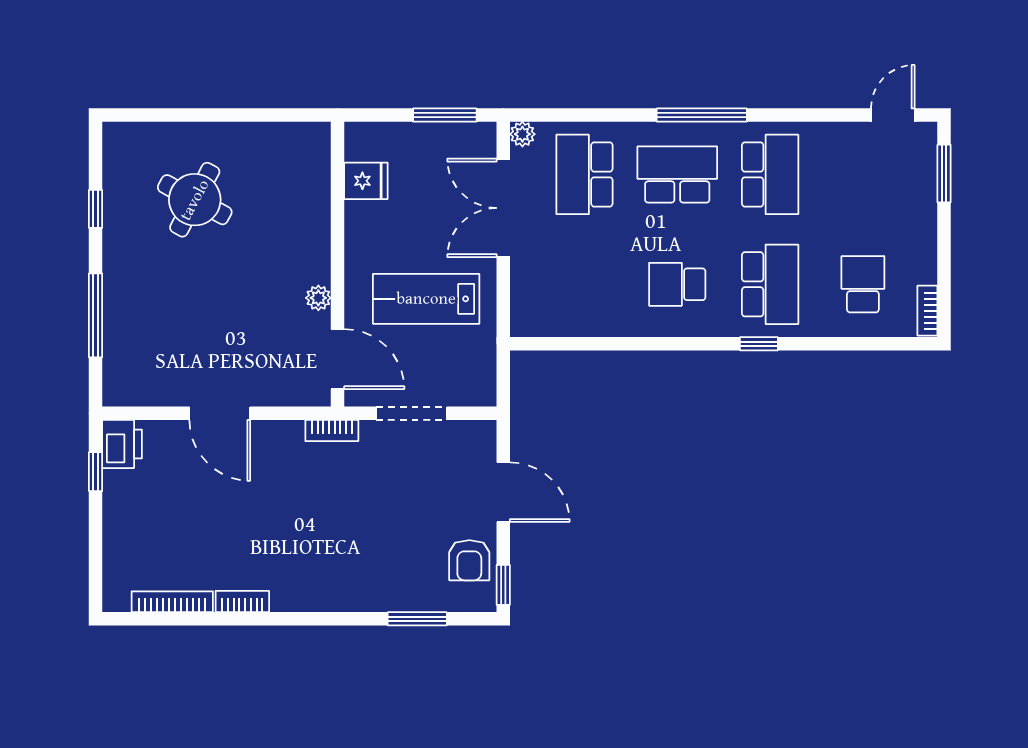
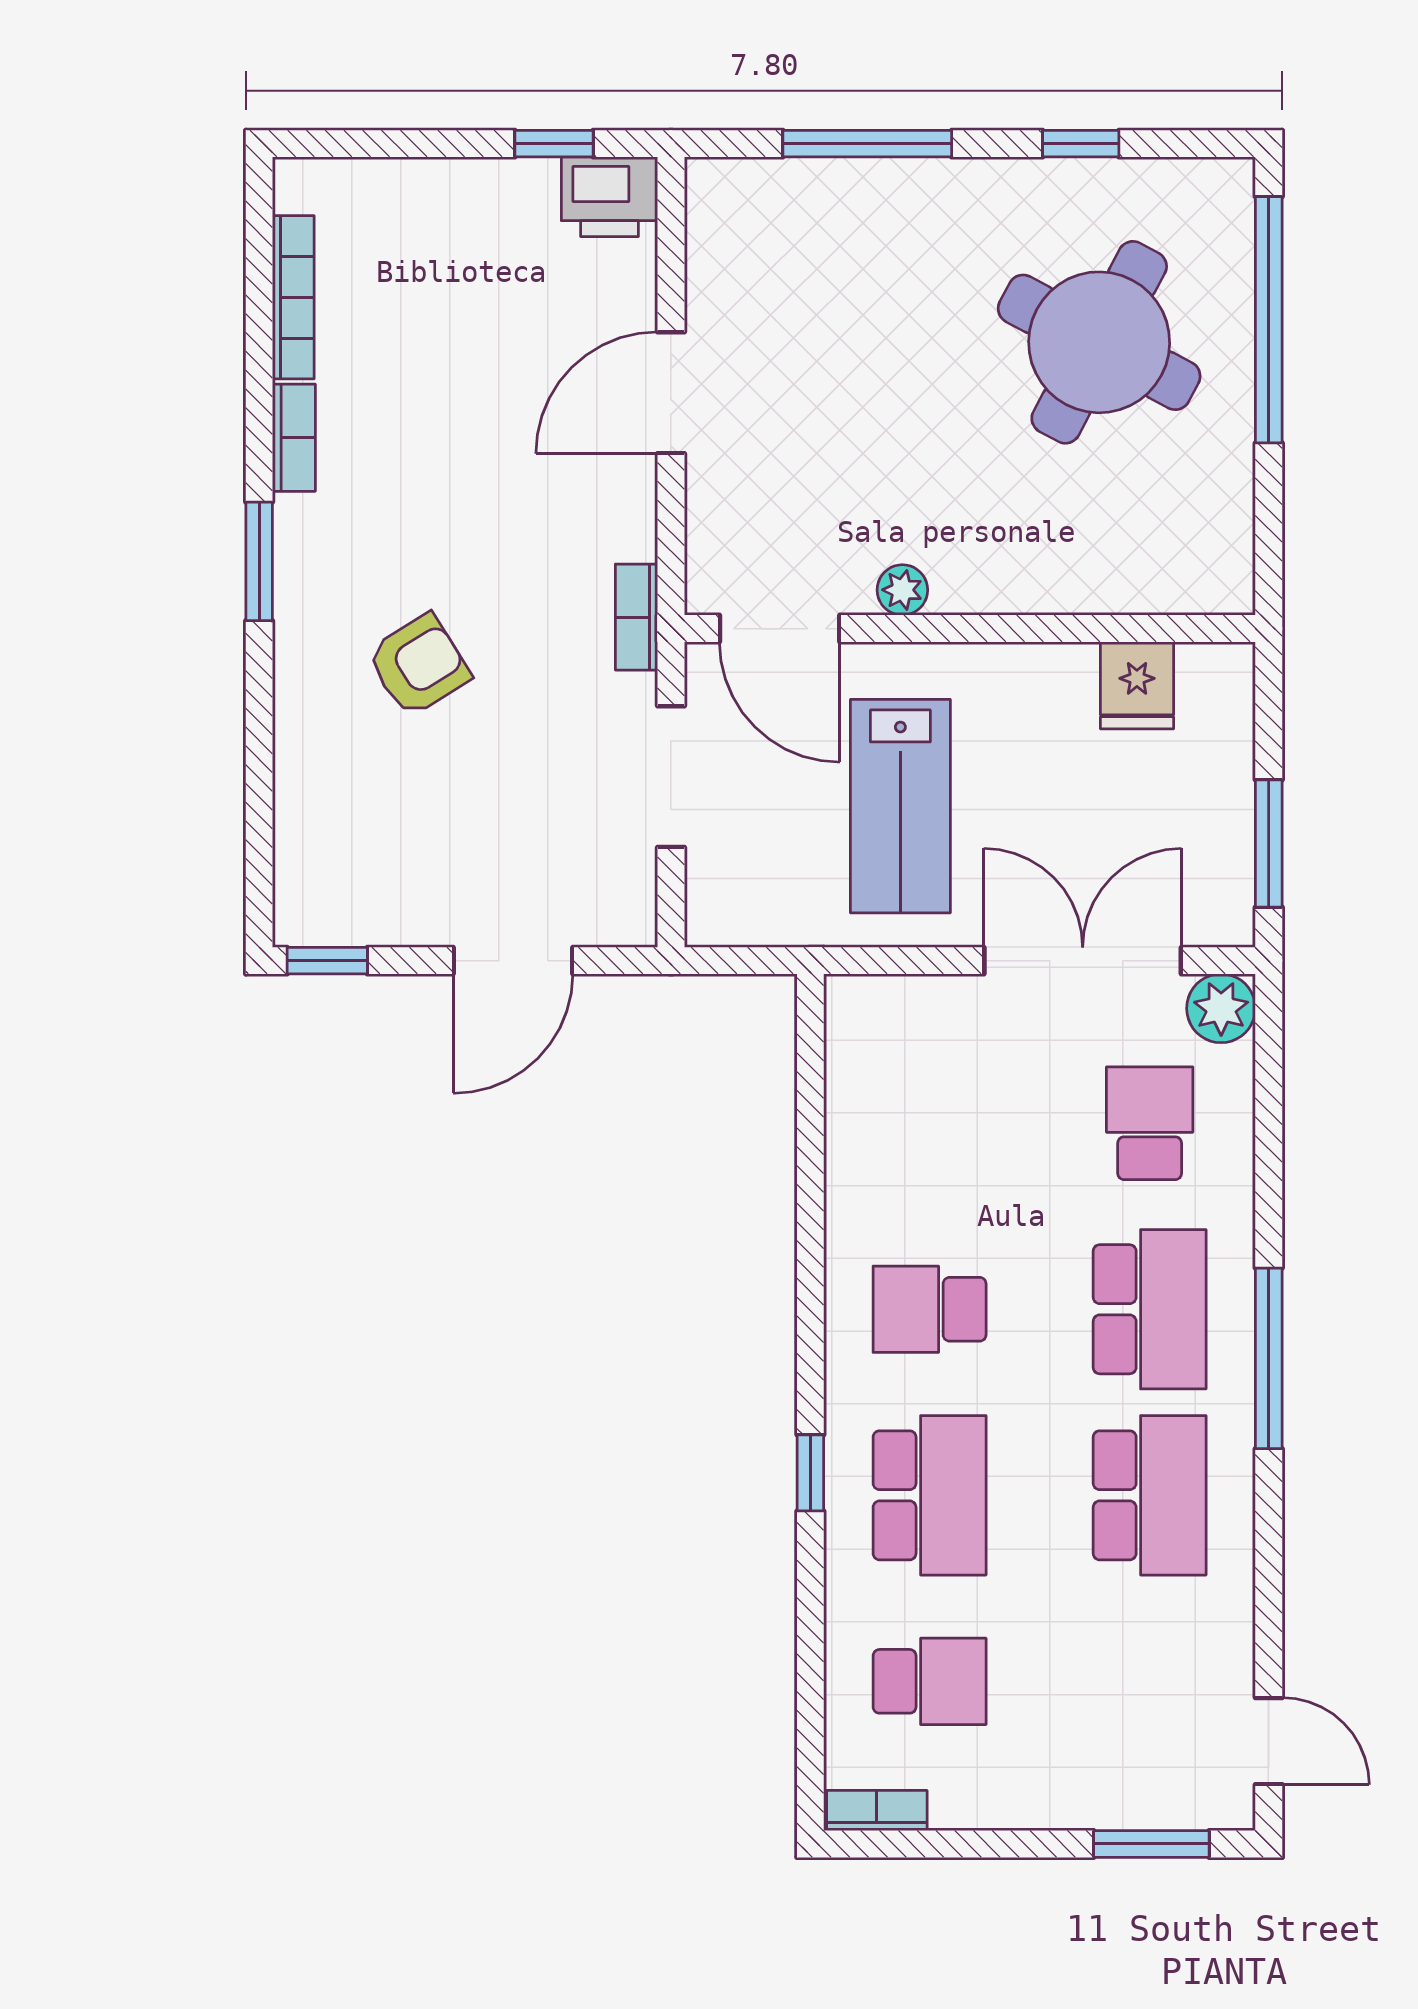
window: (183, 115) -> (1269, 320), added
plant: (522, 134) -> (1221, 1008), width x1.38, depth x1.38
school desk: (584, 174) -> (1150, 1123), width x0.54
school desk: (770, 174) -> (1150, 1495), turned -90
round table: (195, 200) -> (1099, 342), width x1.36, depth x1.36
school desk: (677, 284) -> (930, 1309), turned -90
school desk: (770, 284) -> (930, 1495), turned -90
lab bench: (426, 299) -> (900, 806), turned 180
door: (338, 359) -> (780, 629), hinge flipped
armchair: (469, 560) -> (419, 665), moved, turned 148
window: (417, 619) -> (259, 561), moved

